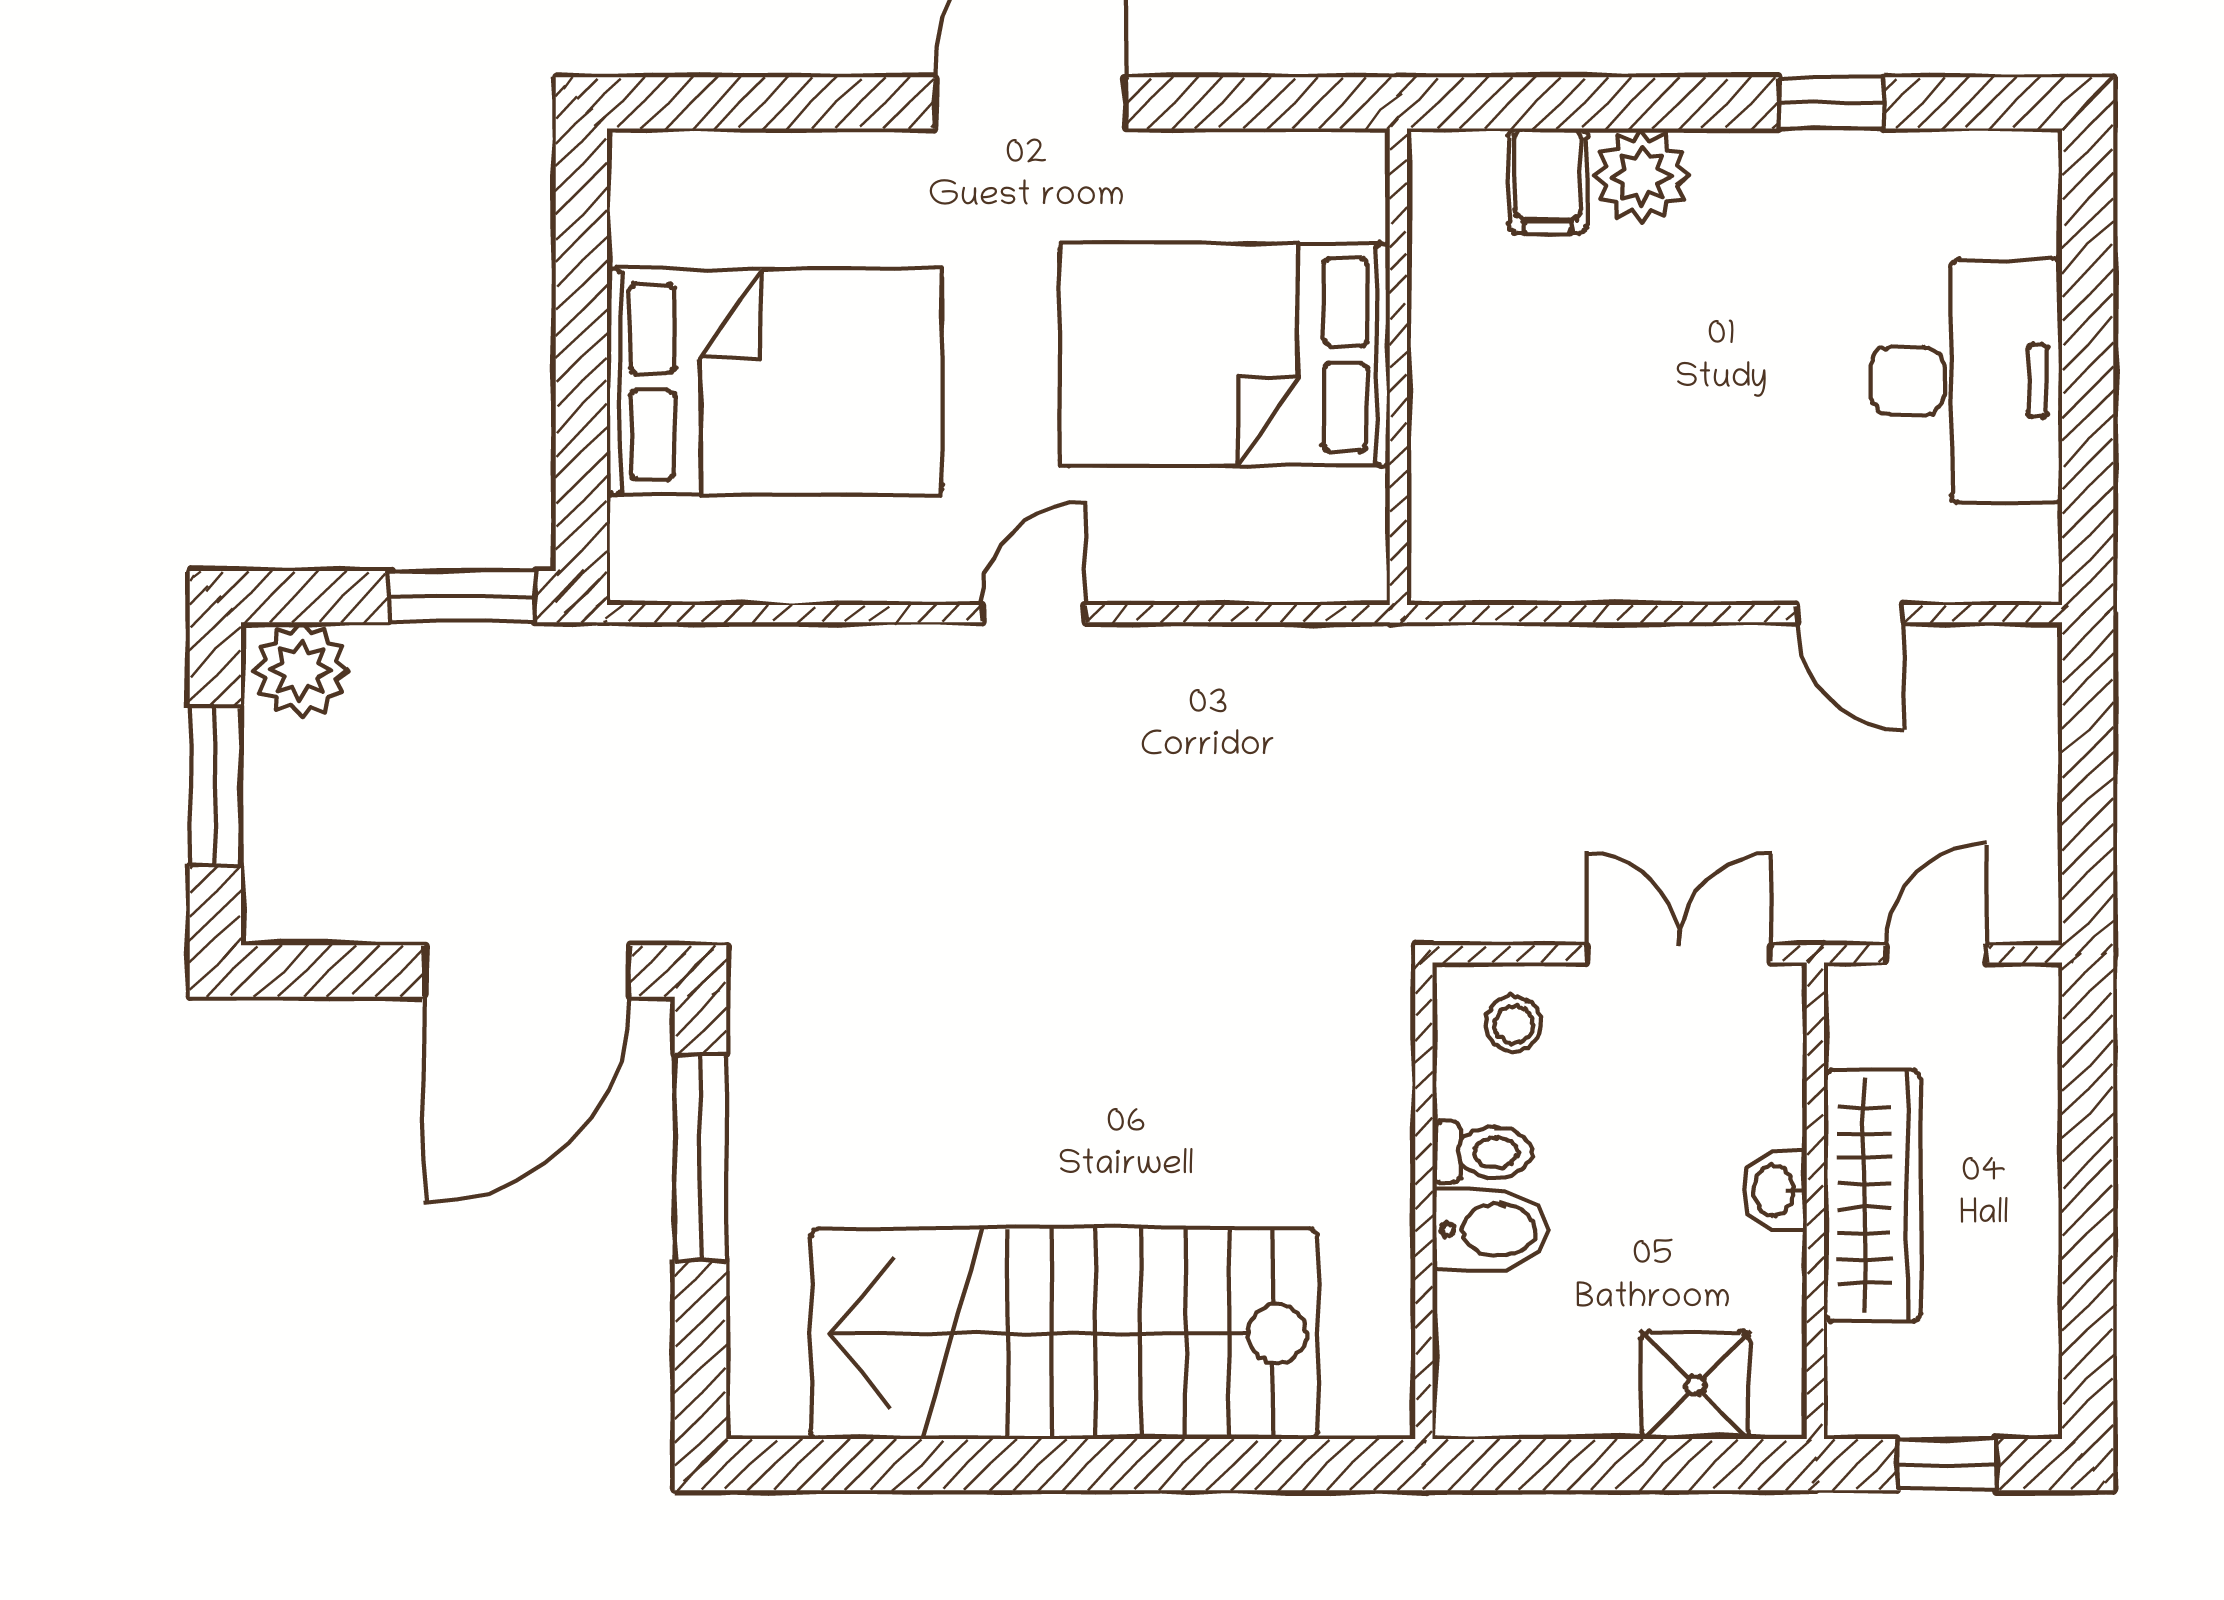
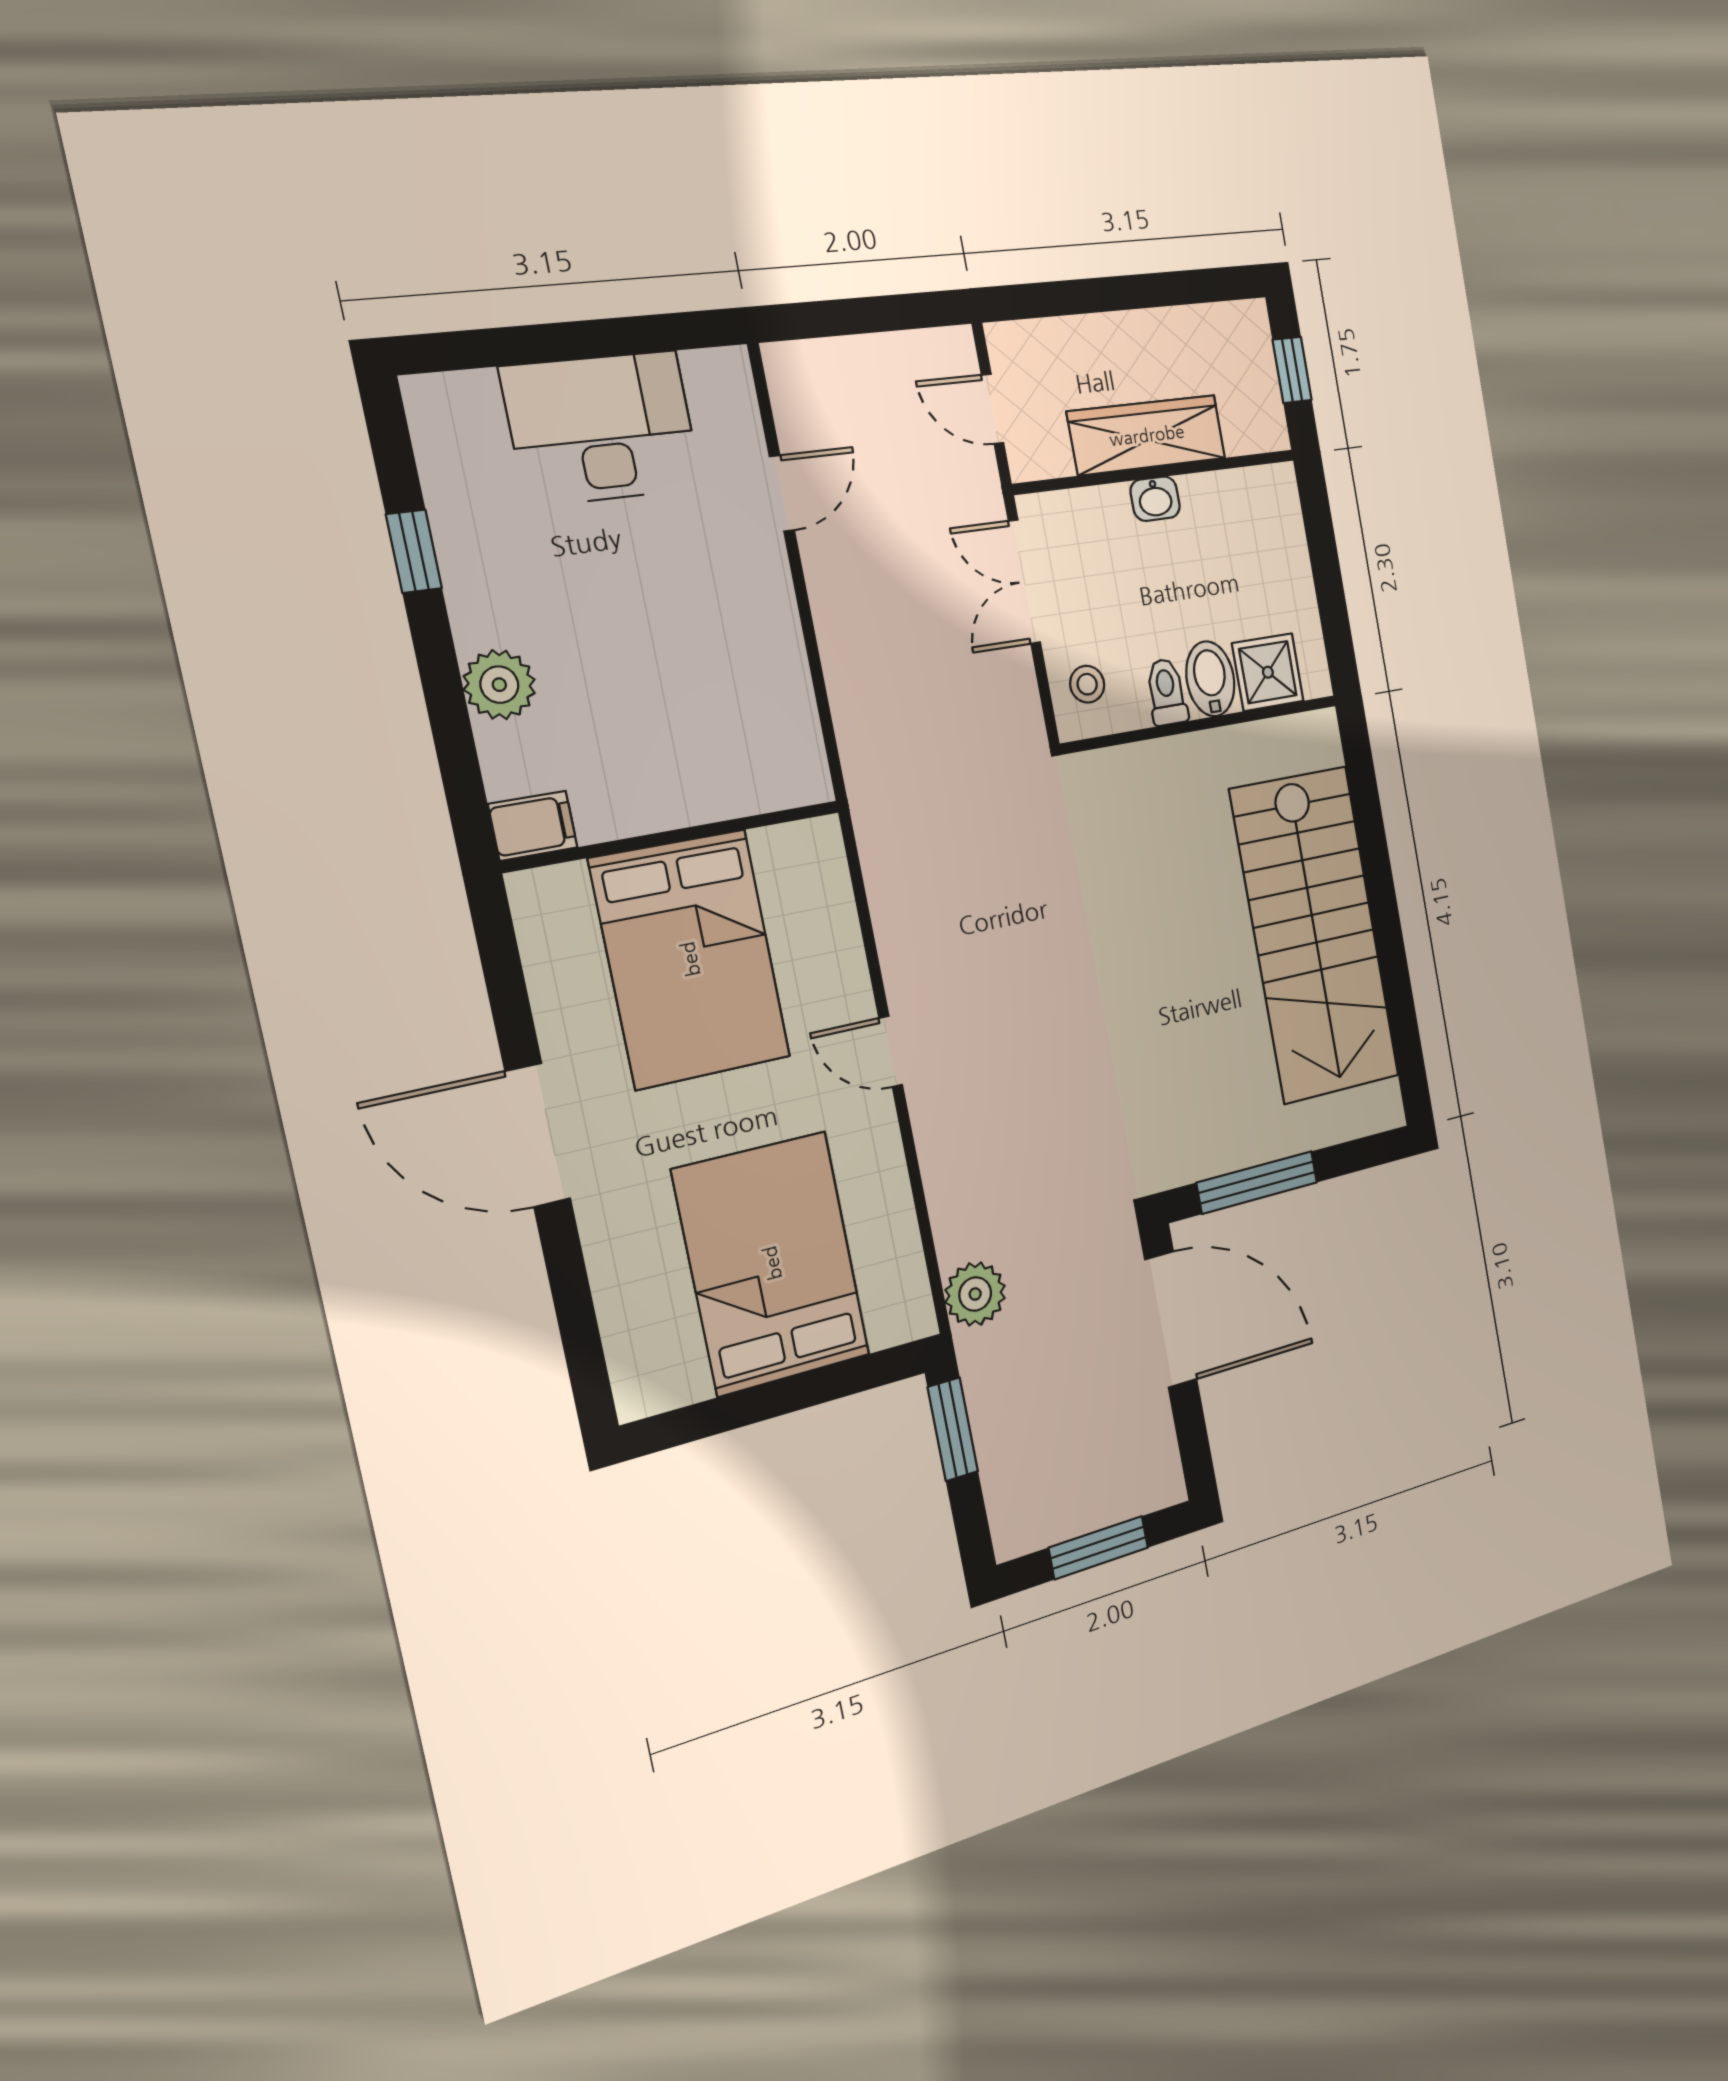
filing cabinet: (1548, 181) -> (533, 826), moved
plant: (301, 670) -> (975, 1294), moved
shower: (1695, 1385) -> (1268, 672), moved

